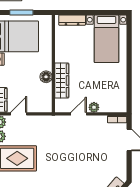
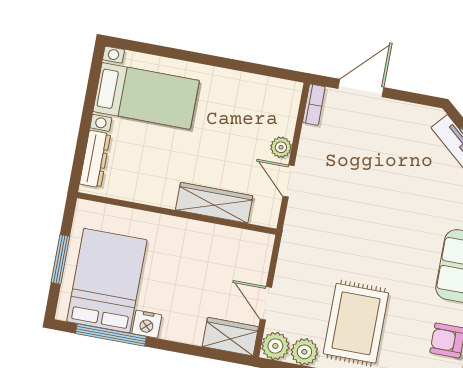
floor lamp: (46, 77) -> (201, 234), removed

